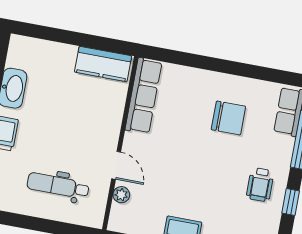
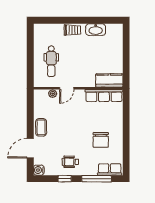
kitchen counter: (103, 64) -> (109, 80), moved, turned 90
dental chair: (58, 186) -> (51, 61), turned 180

